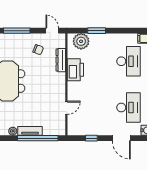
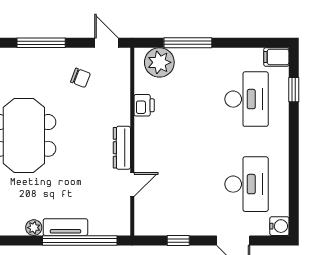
window: (97, 31) -> (188, 43), width x1.44
dresser: (61, 60) -> (122, 148), moved
printer: (75, 70) -> (144, 105), width x0.53, depth x0.68

